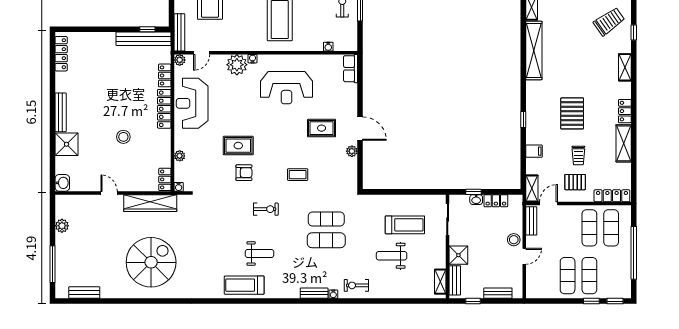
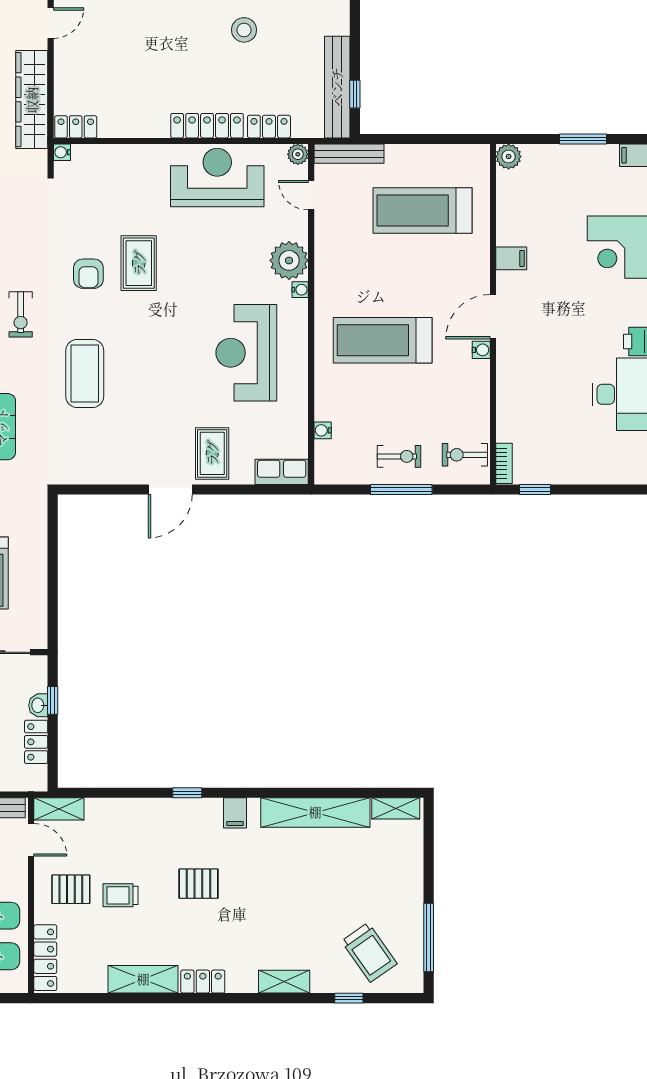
pallet: (572, 113) -> (198, 884), width x0.67, depth x0.71
rug: (322, 128) -> (212, 453), moved
stool: (123, 137) -> (244, 30), moved
plant: (352, 151) -> (128, 474), removed
filing cabinet: (534, 151) -> (235, 813), moved
plant: (180, 156) -> (120, 154), removed
coffee table: (298, 175) -> (85, 373), width x1.86, depth x1.72
pallet: (575, 182) -> (71, 889), turned 90

